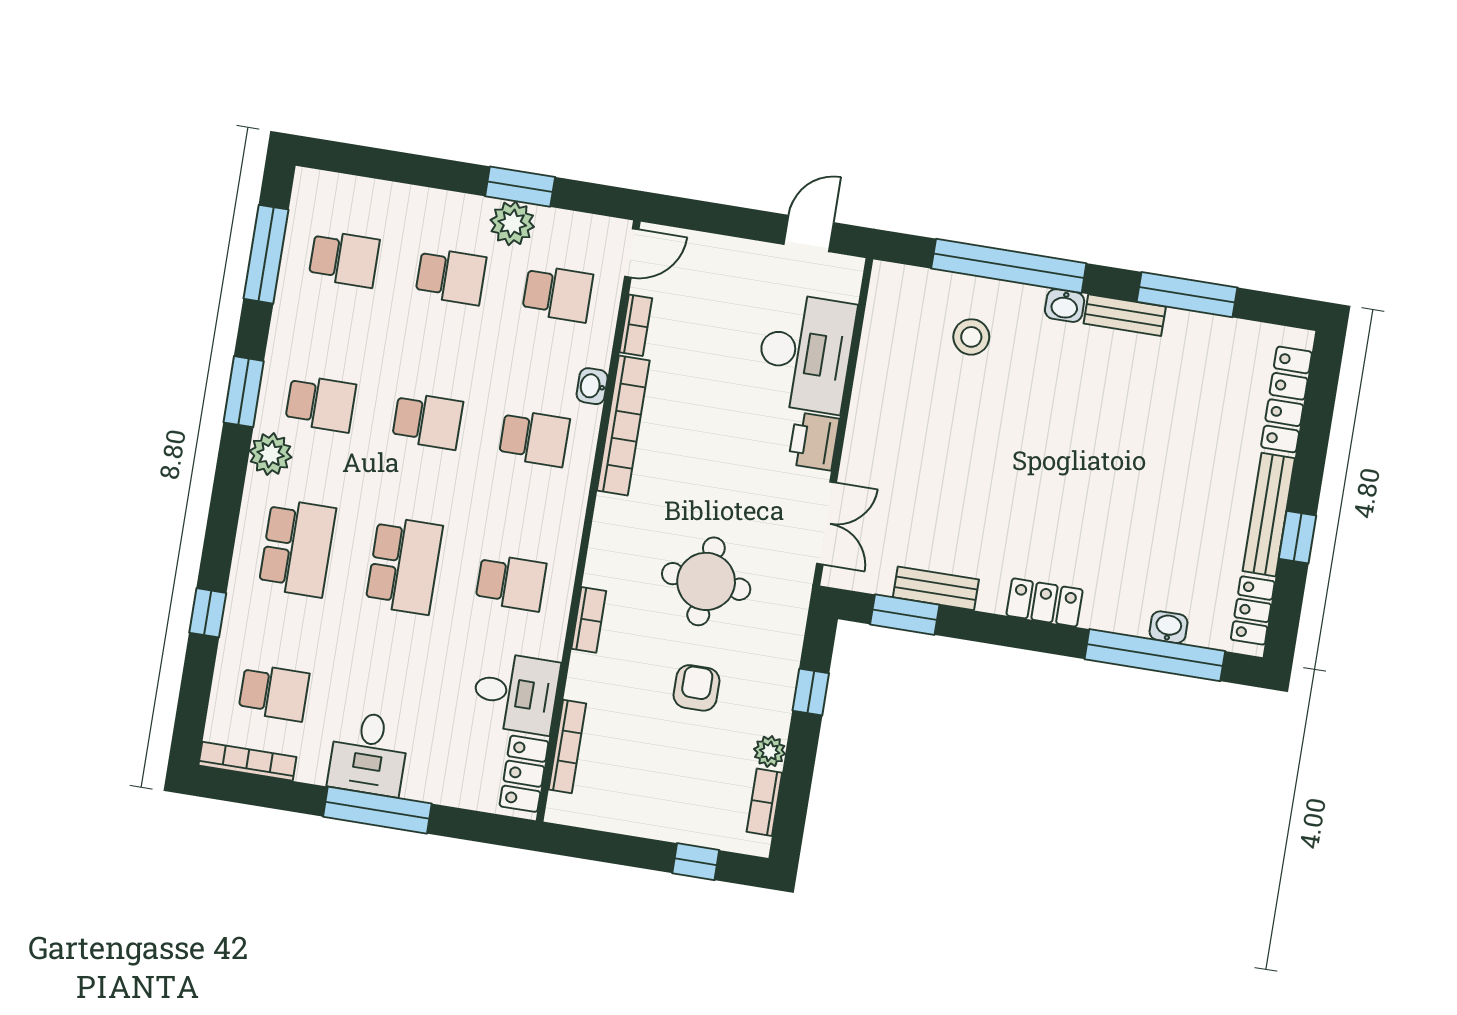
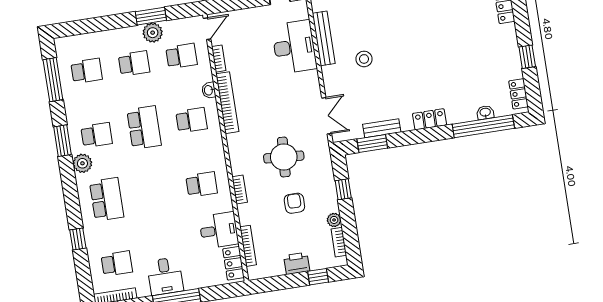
stool: (971, 337) -> (364, 59), moved
school desk: (427, 421) -> (144, 128), width x1.85
printer: (814, 441) -> (297, 263), moved, turned 90
bench: (1269, 515) -> (324, 38), moved
school desk: (404, 565) -> (154, 192), removed

